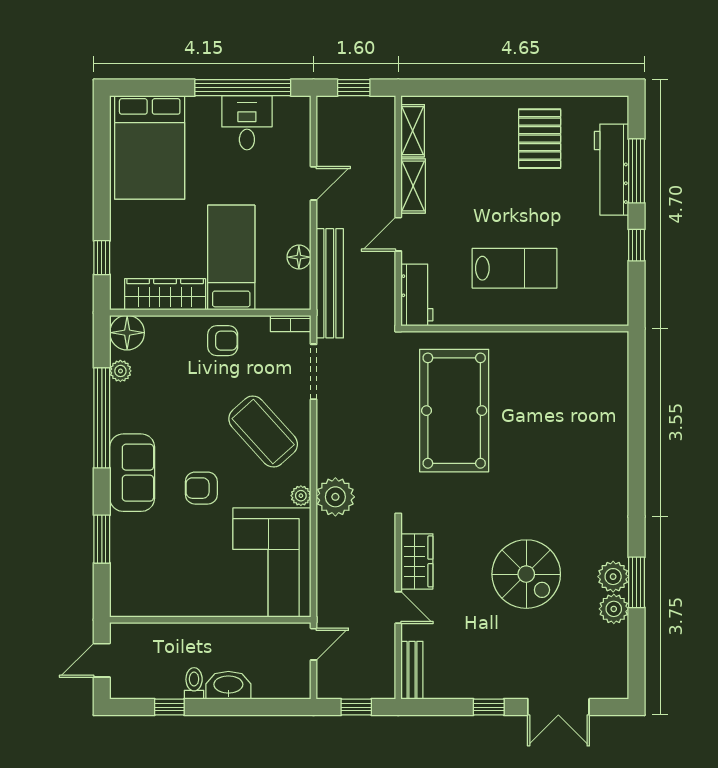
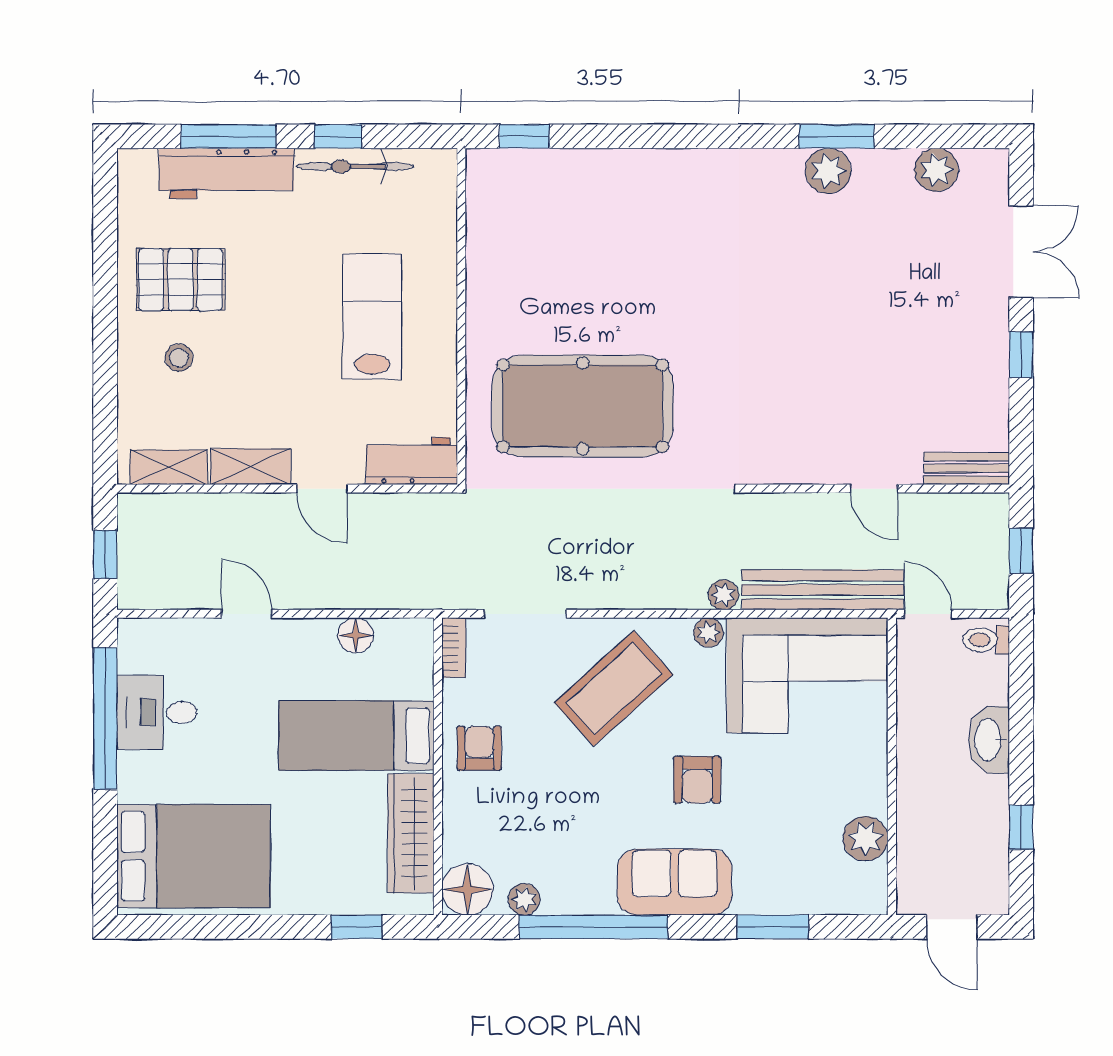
stool: (487, 138) -> (179, 358), added
bicycle: (616, 257) -> (355, 167), added
bench: (330, 283) -> (823, 590), moved
window: (636, 371) -> (524, 136), added
plant: (335, 497) -> (723, 595), width x0.53, depth x0.53
wardrobe: (417, 561) -> (806, 461), removed
spiral stairs: (526, 574) -> (824, 299), removed
plant: (162, 602) -> (865, 839), added
door: (398, 608) -> (874, 489), swing flipped
plant: (614, 609) -> (936, 170), moved
toilet: (194, 683) -> (986, 640), moved

